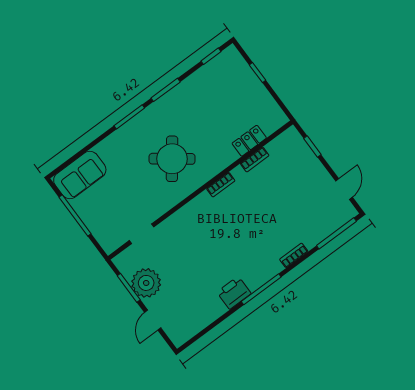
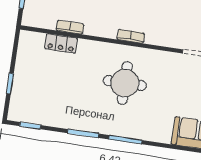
round table: (172, 159) -> (125, 83), turned -37
bookcase: (221, 185) -> (131, 36), moved

